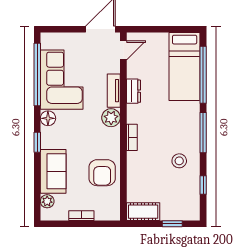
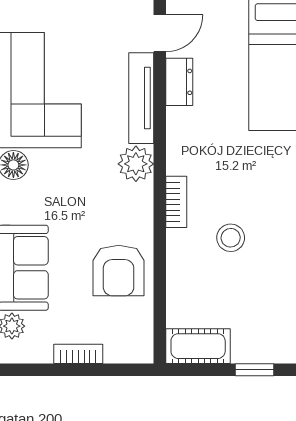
tv unit: (114, 91) -> (141, 98), width x1.41
dresser: (133, 91) -> (179, 82), moved
stool: (179, 161) -> (231, 238), moved

